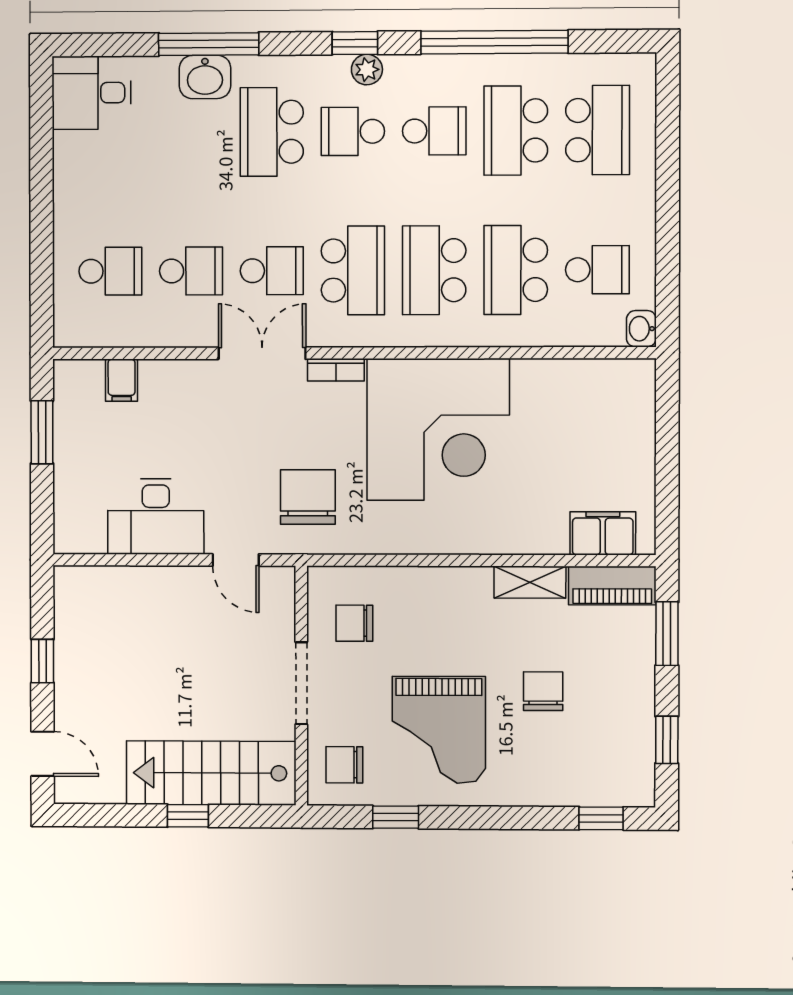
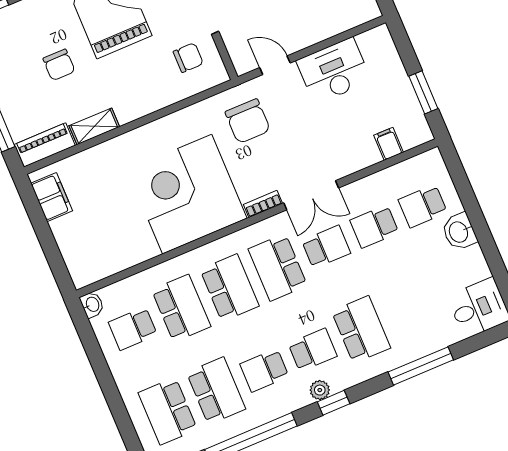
washbasin: (205, 77) -> (459, 232), moved, turned -90
school desk: (272, 271) -> (326, 247), turned 180
filing cabinet: (603, 533) -> (52, 197), moved, turned -90

